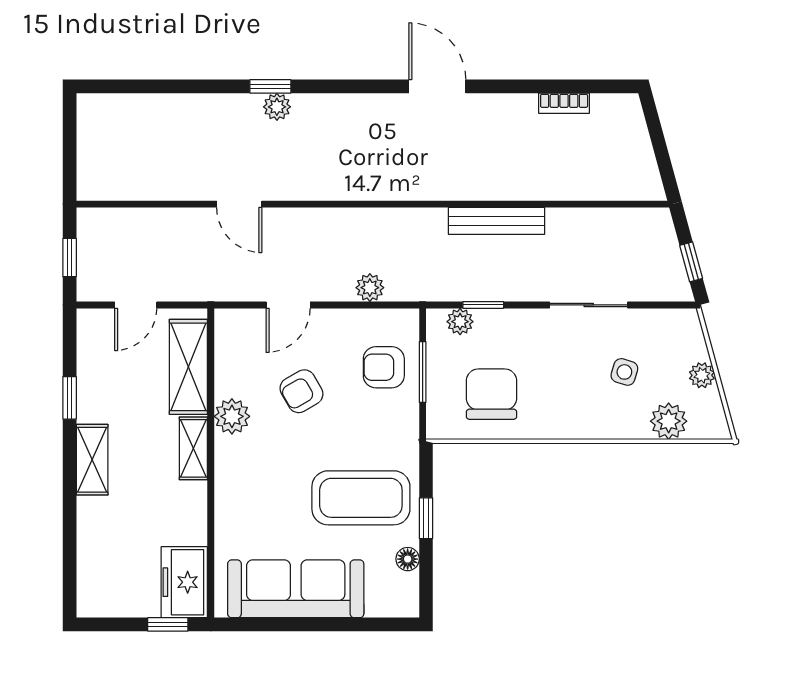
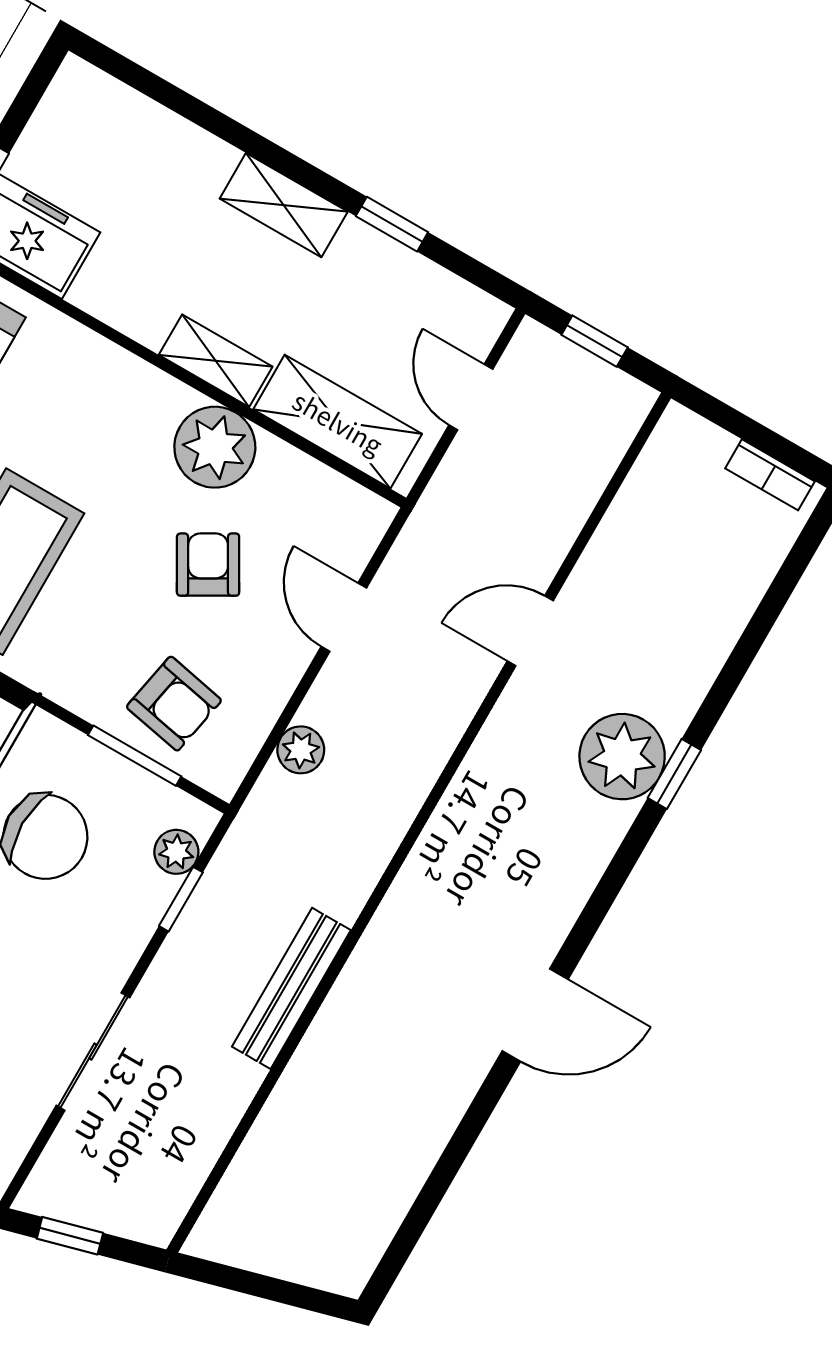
bookcase: (564, 103) -> (770, 475), moved, turned -90
plant: (277, 107) -> (622, 757), width x1.87, depth x1.87
armchair: (384, 367) -> (174, 704), turned 101
plant: (232, 416) -> (215, 447), width x1.36, depth x1.36

